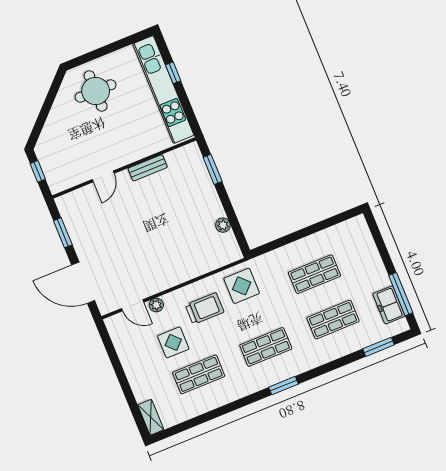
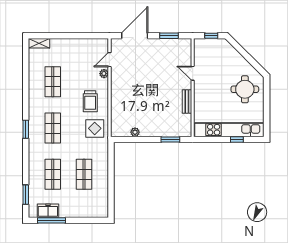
display table: (173, 342) -> (78, 75), removed

